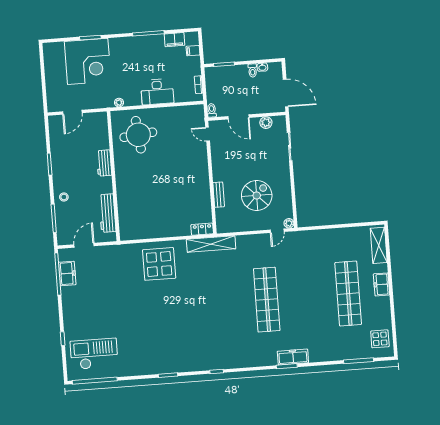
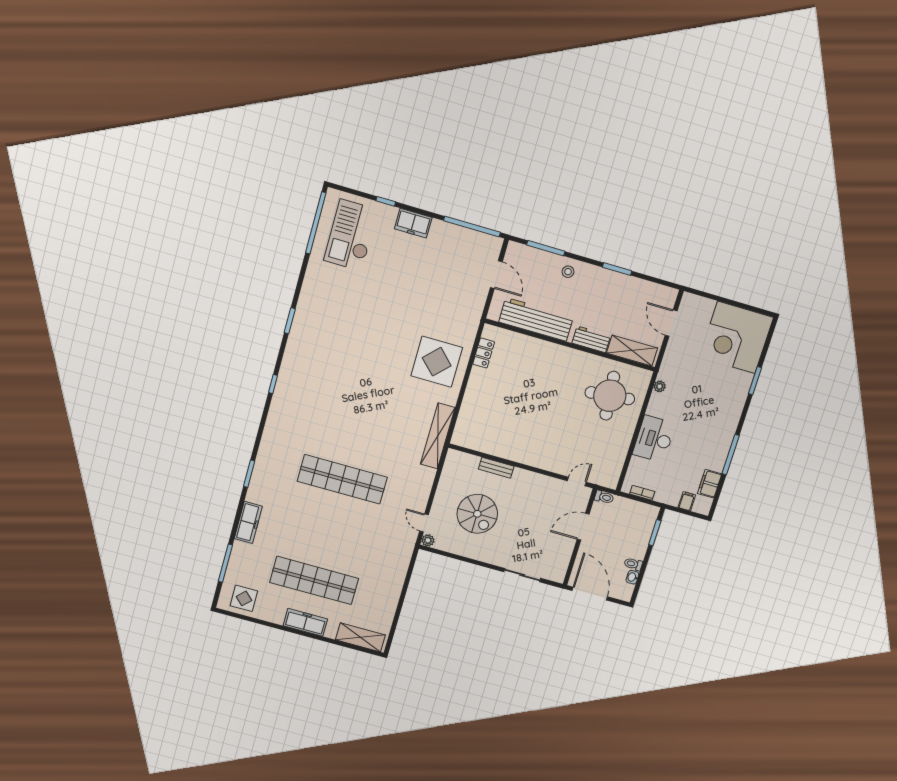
corner desk: (88, 61) -> (736, 337), moved
door: (286, 93) -> (590, 594), swing flipped
plant: (266, 123) -> (563, 557), removed
shelving: (101, 132) -> (632, 351), added
workbench: (107, 213) -> (536, 319), width x1.36, depth x1.32
locker: (202, 229) -> (484, 353), moved
freezer: (67, 273) -> (413, 223), moved
freezer: (381, 284) -> (305, 622), width x1.40
checkout: (94, 354) -> (351, 235), turned 180
freezer: (293, 357) -> (248, 522), moved

